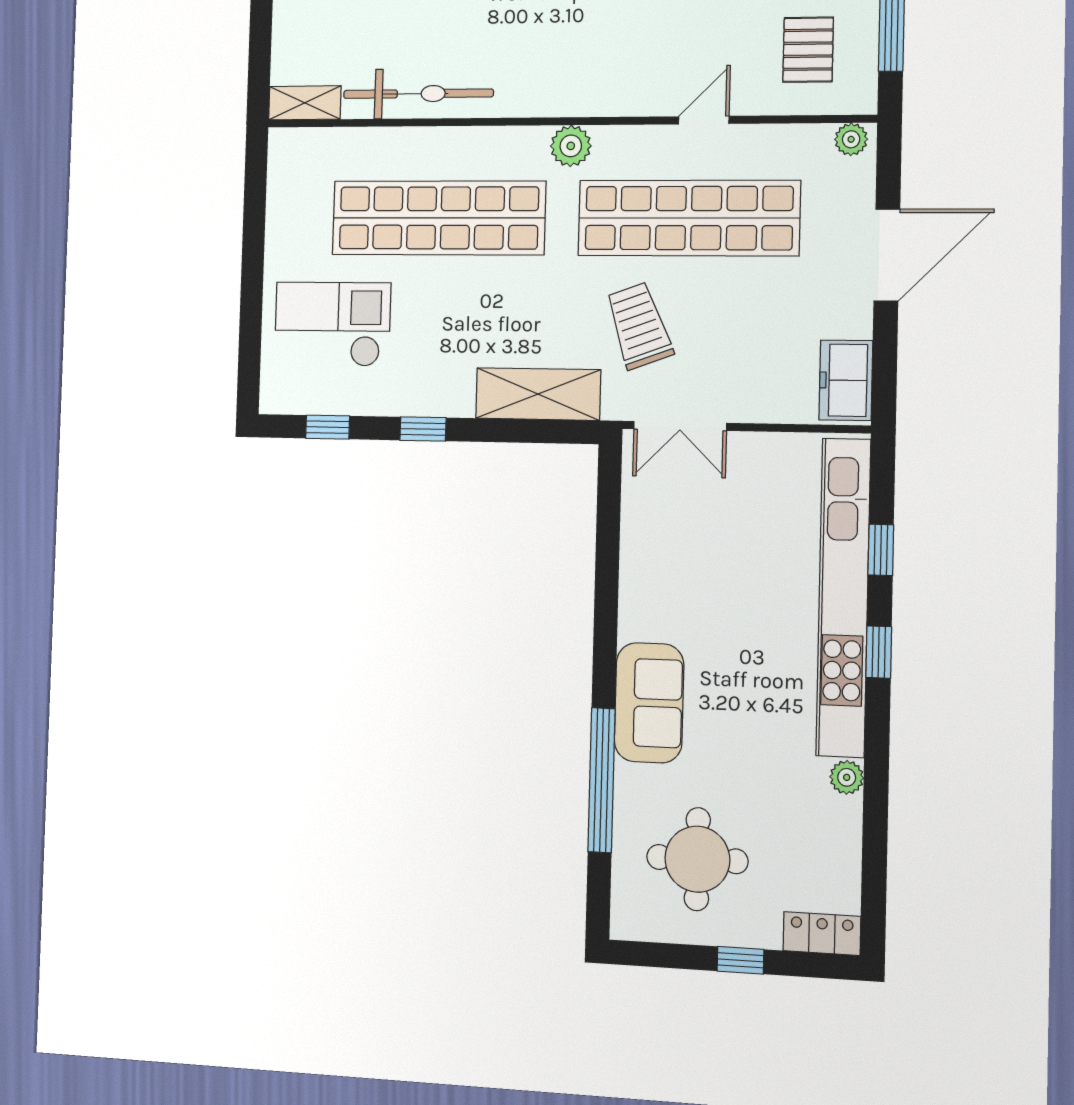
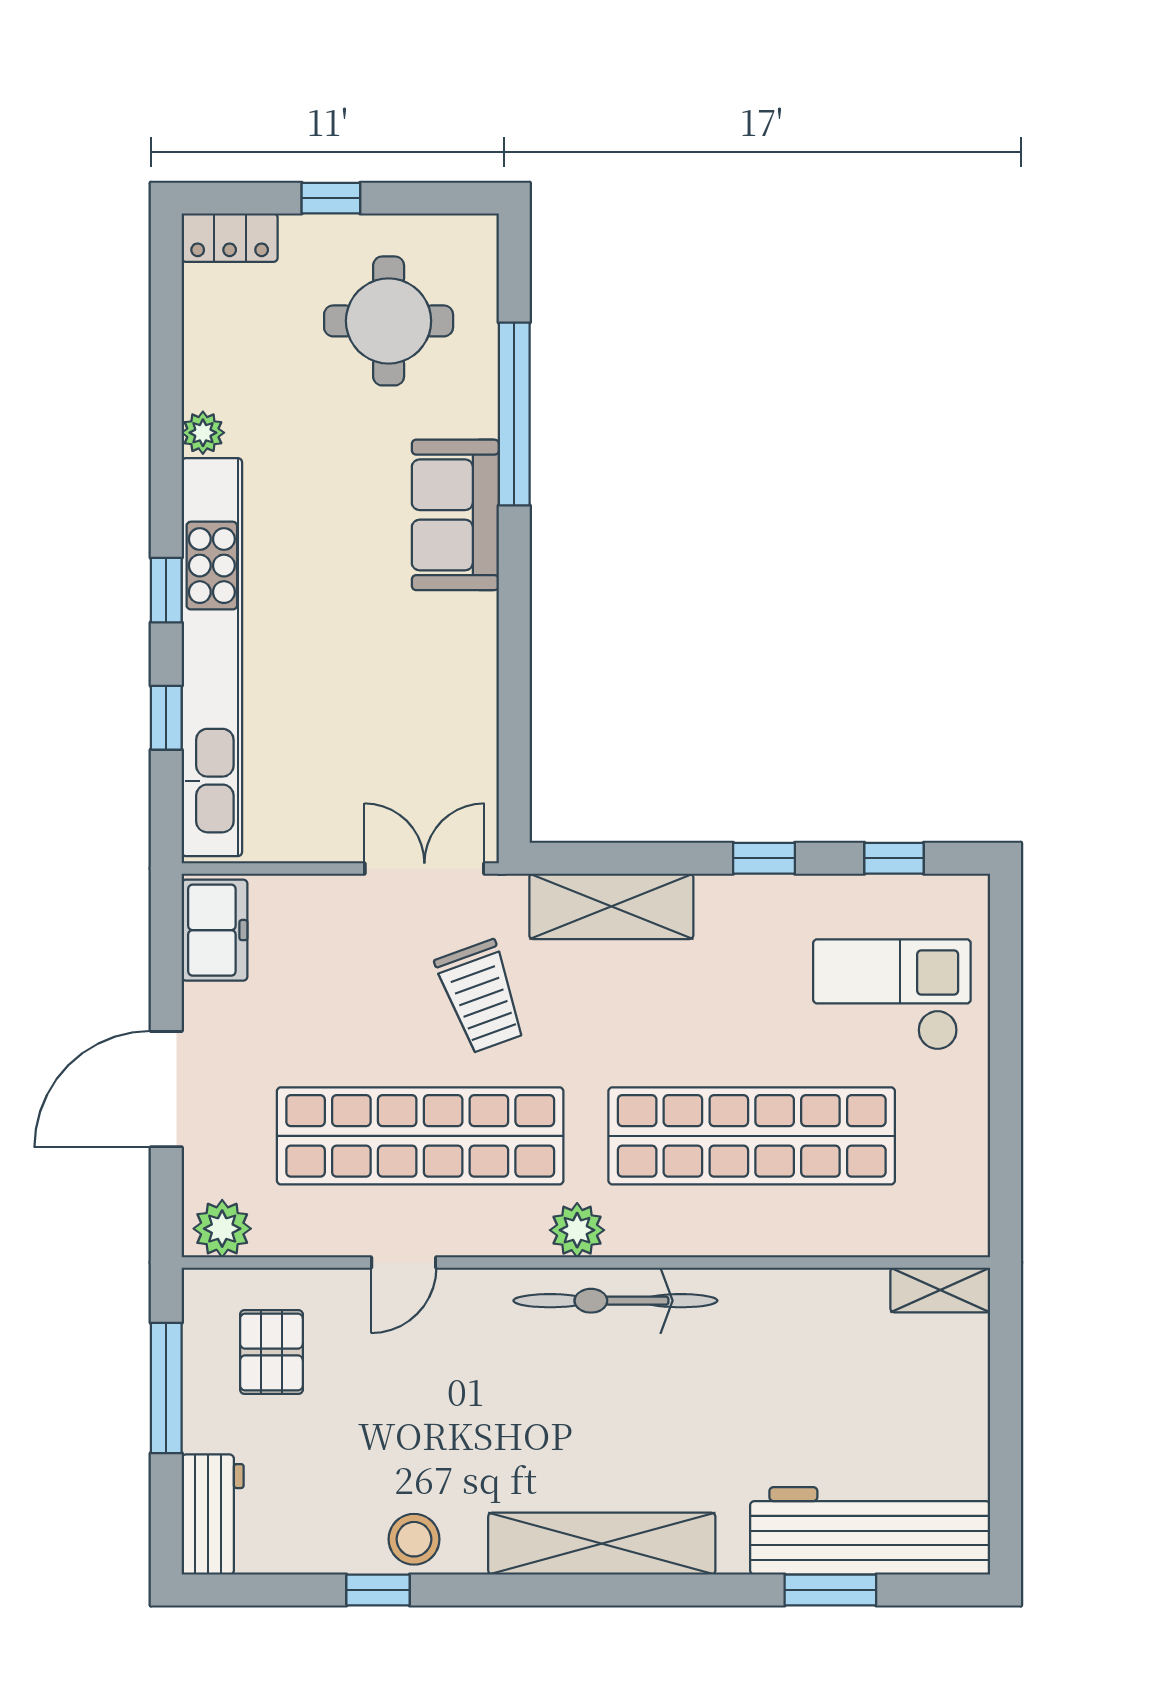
bicycle: (418, 94) -> (615, 1301), moved
plant: (851, 139) -> (222, 1229), width x1.38, depth x1.38
checkout: (332, 324) -> (892, 995), turned 180

